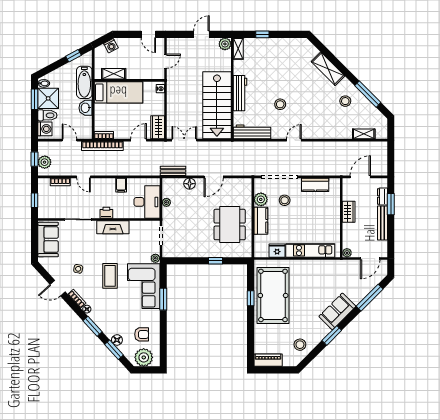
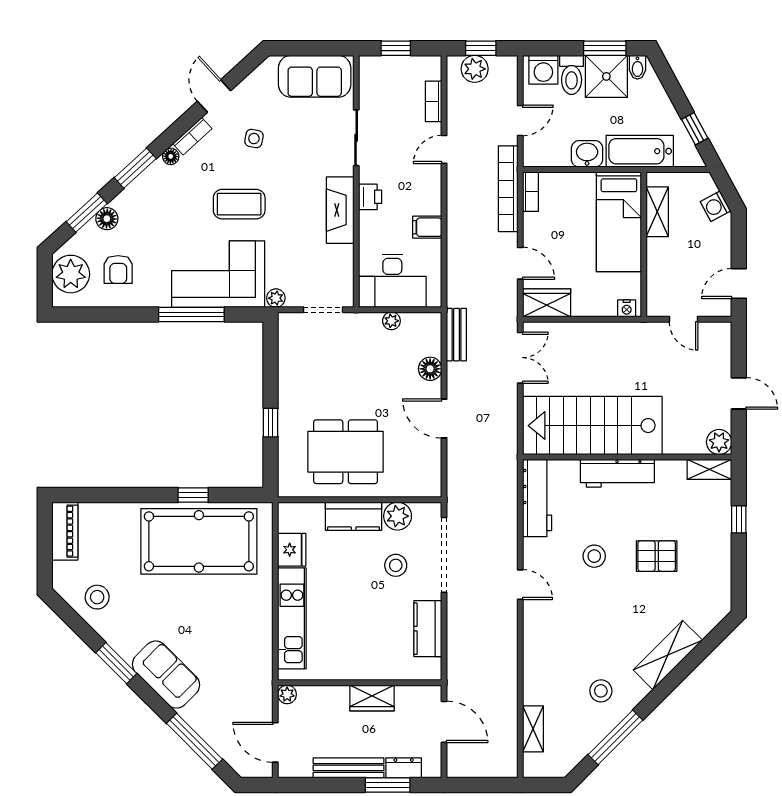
pallet: (280, 74) -> (657, 556), added
window: (163, 299) -> (191, 314), width x1.44

